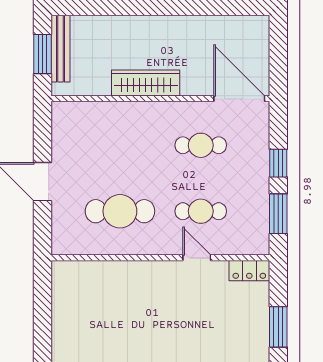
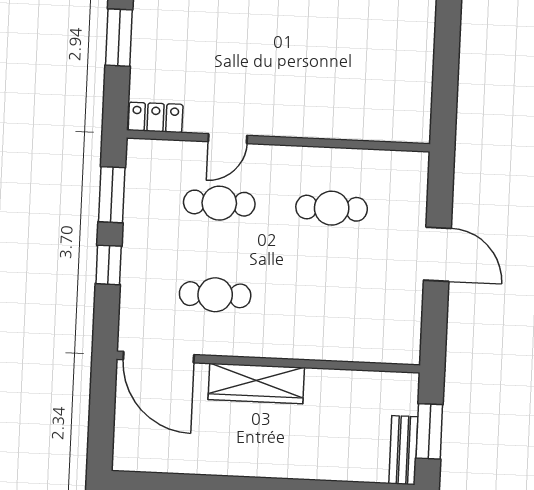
bench: (60, 49) -> (403, 450), width x0.73
wardrobe: (146, 83) -> (256, 383), moved
cafe table: (120, 211) -> (332, 208), width x0.73, depth x0.74
door: (197, 258) -> (228, 139), hinge flipped

